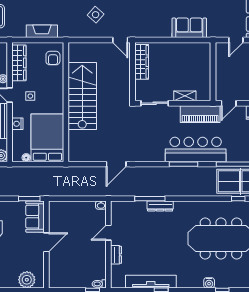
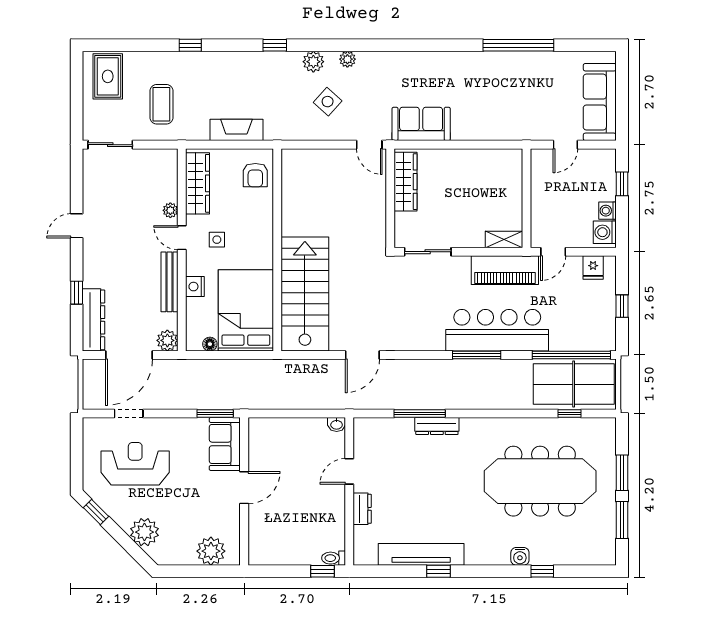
sofa: (189, 28) -> (421, 124), moved
stairs: (82, 96) -> (305, 294), moved
shelving: (185, 96) -> (504, 239), moved

